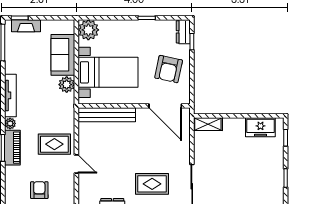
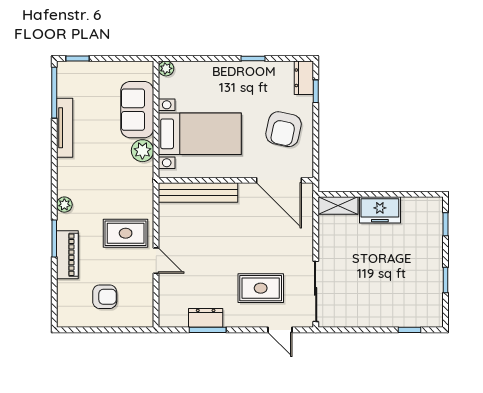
fireplace: (26, 26) -> (86, 69), removed
plant: (88, 30) -> (166, 68), width x0.53, depth x0.53
tv unit: (10, 95) -> (65, 128), moved
freezer: (260, 127) -> (380, 210), moved
piano: (12, 148) -> (67, 255), moved
armchair: (39, 190) -> (105, 297), turned 90

